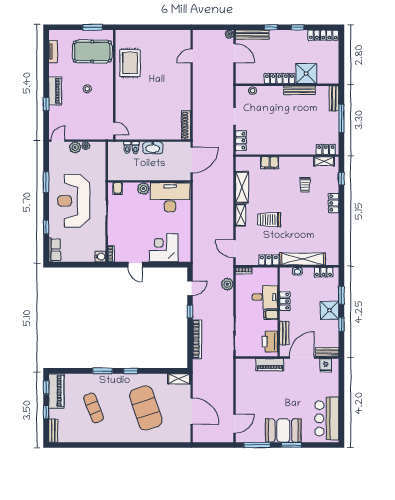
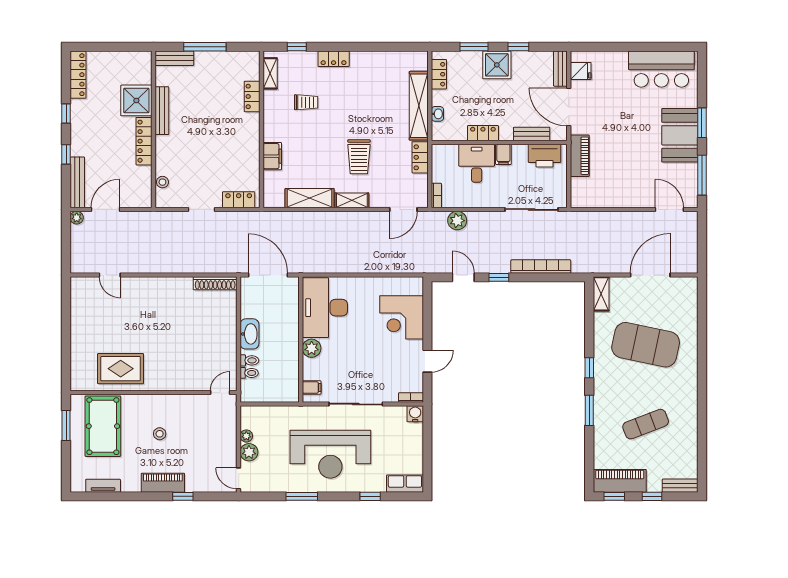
locker: (326, 149) -> (252, 96), moved
exercise mat: (146, 408) -> (646, 345), turned 30

